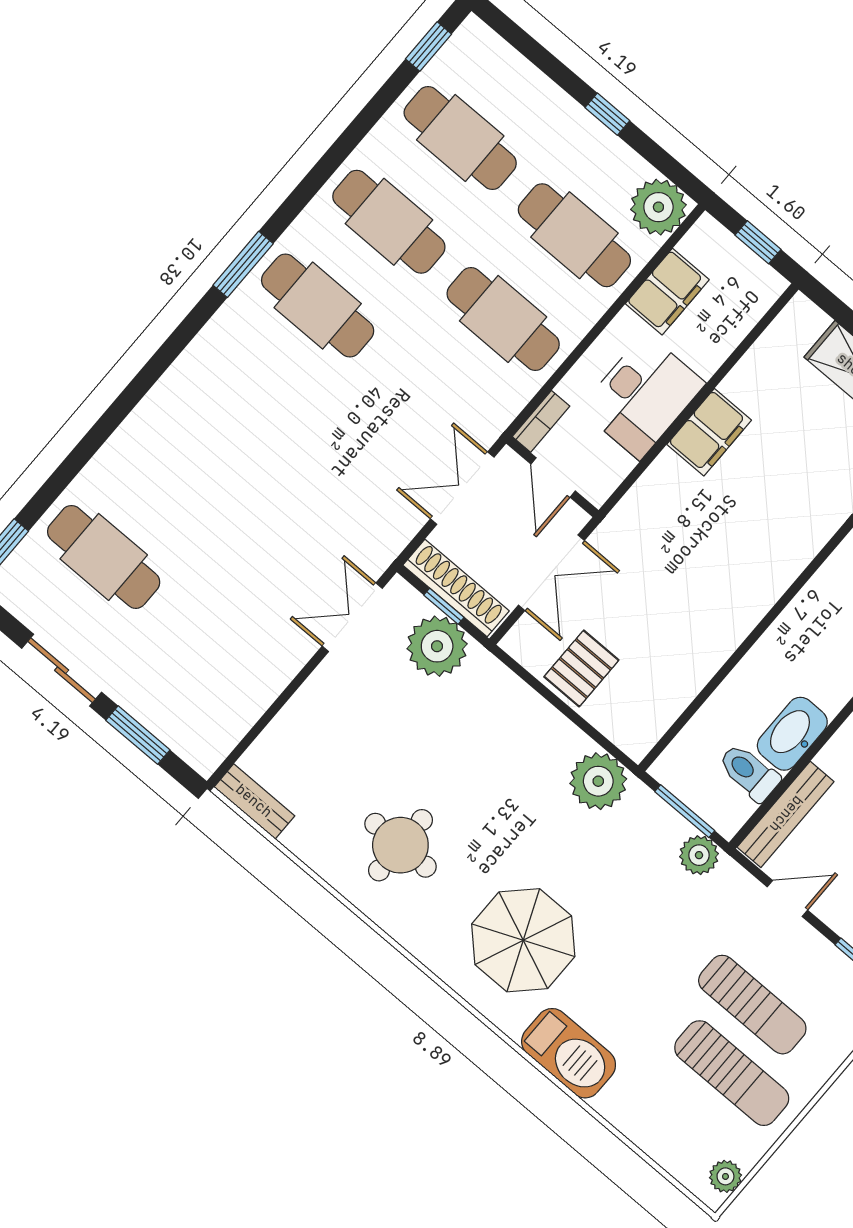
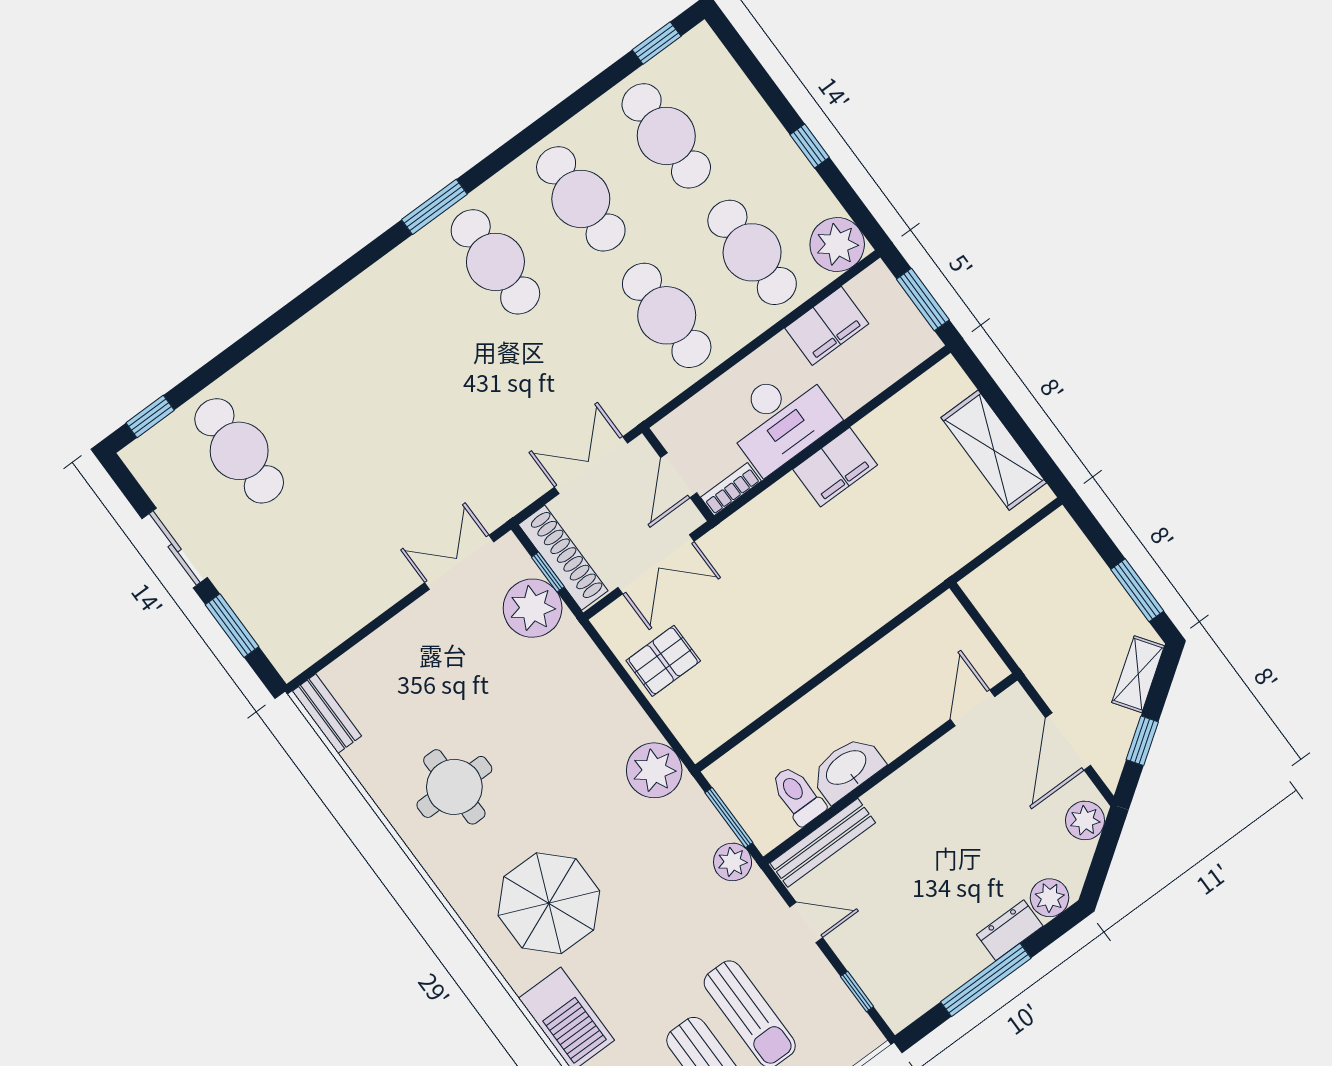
window: (758, 242) -> (923, 299), width x1.50
bookcase: (541, 421) -> (731, 489), moved, turned 180

